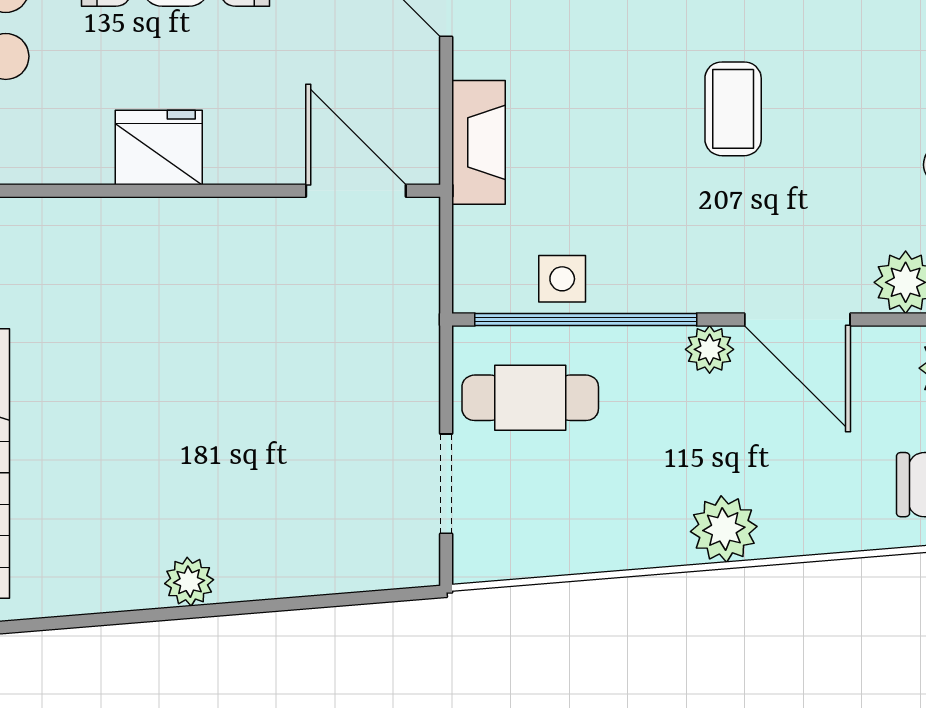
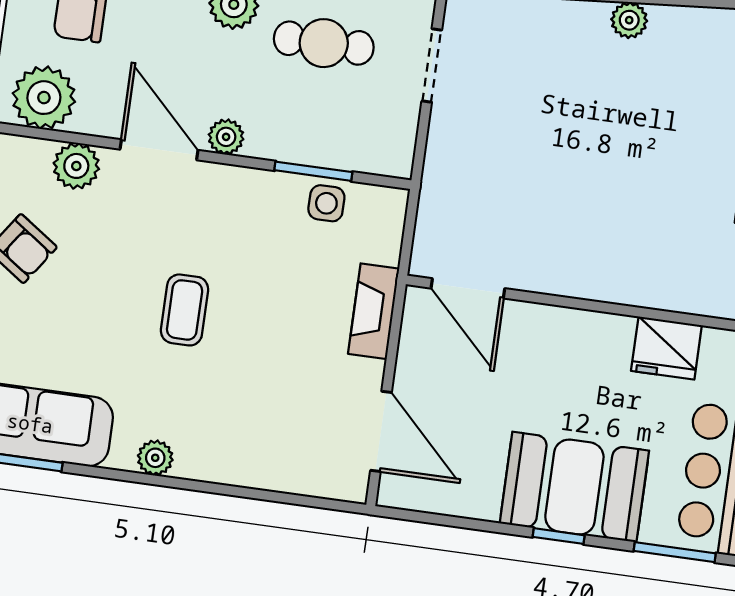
fridge: (159, 147) -> (666, 348), moved
window: (586, 319) -> (313, 171), width x0.47
cafe table: (530, 398) -> (324, 43), moved

